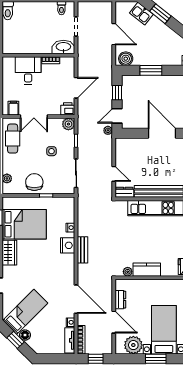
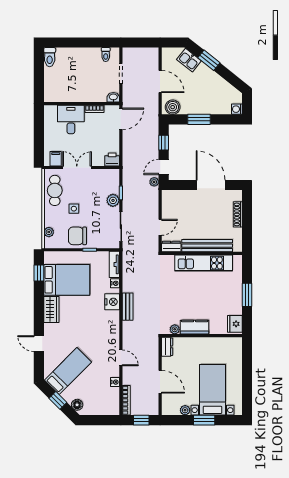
washbasin: (63, 47) -> (113, 97), width x0.52, depth x0.69
door: (76, 88) -> (121, 119), moved
double door: (34, 117) -> (77, 167), swing flipped
plant: (68, 124) -> (113, 200), moved
side table: (51, 151) -> (74, 209), moved
door: (114, 174) -> (160, 227), hinge flipped
chair: (34, 182) -> (77, 236), turned -90
door: (76, 299) -> (121, 358), width x0.53
dresser: (120, 300) -> (167, 347), moved
floor lamp: (25, 335) -> (77, 405), moved
tv unit: (70, 340) -> (114, 264), moved
plant: (133, 345) -> (185, 410), width x0.53, depth x0.53

